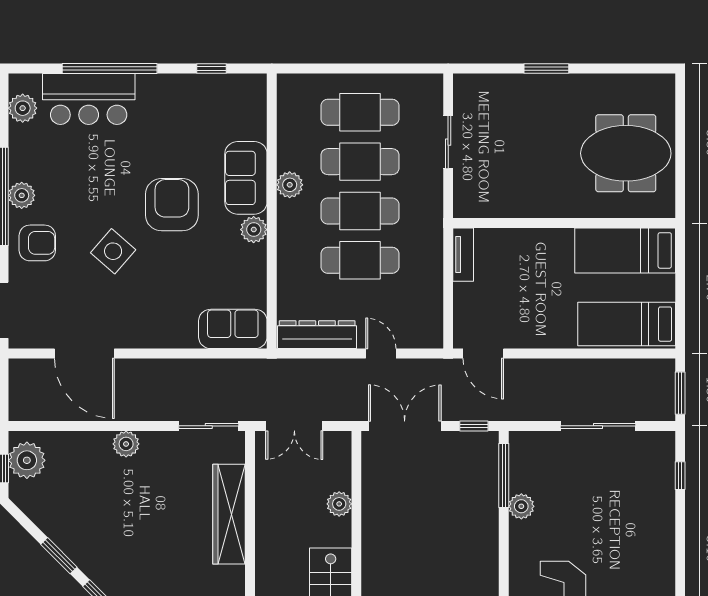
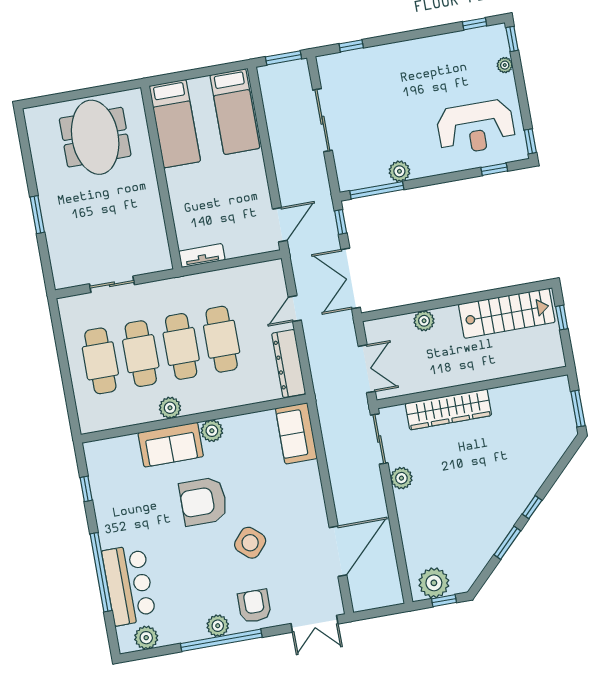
plant: (126, 444) -> (401, 478), moved

